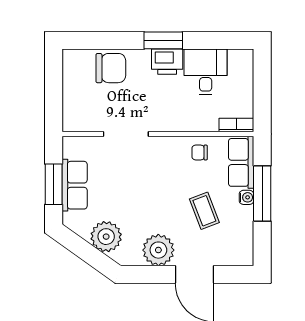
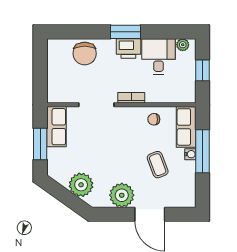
plant: (237, 57) -> (183, 45), added
chair: (111, 68) -> (85, 54), turned 90
window: (262, 90) -> (203, 70), added
bookcase: (236, 125) -> (131, 98), moved
row of seats: (75, 185) -> (56, 127), moved

